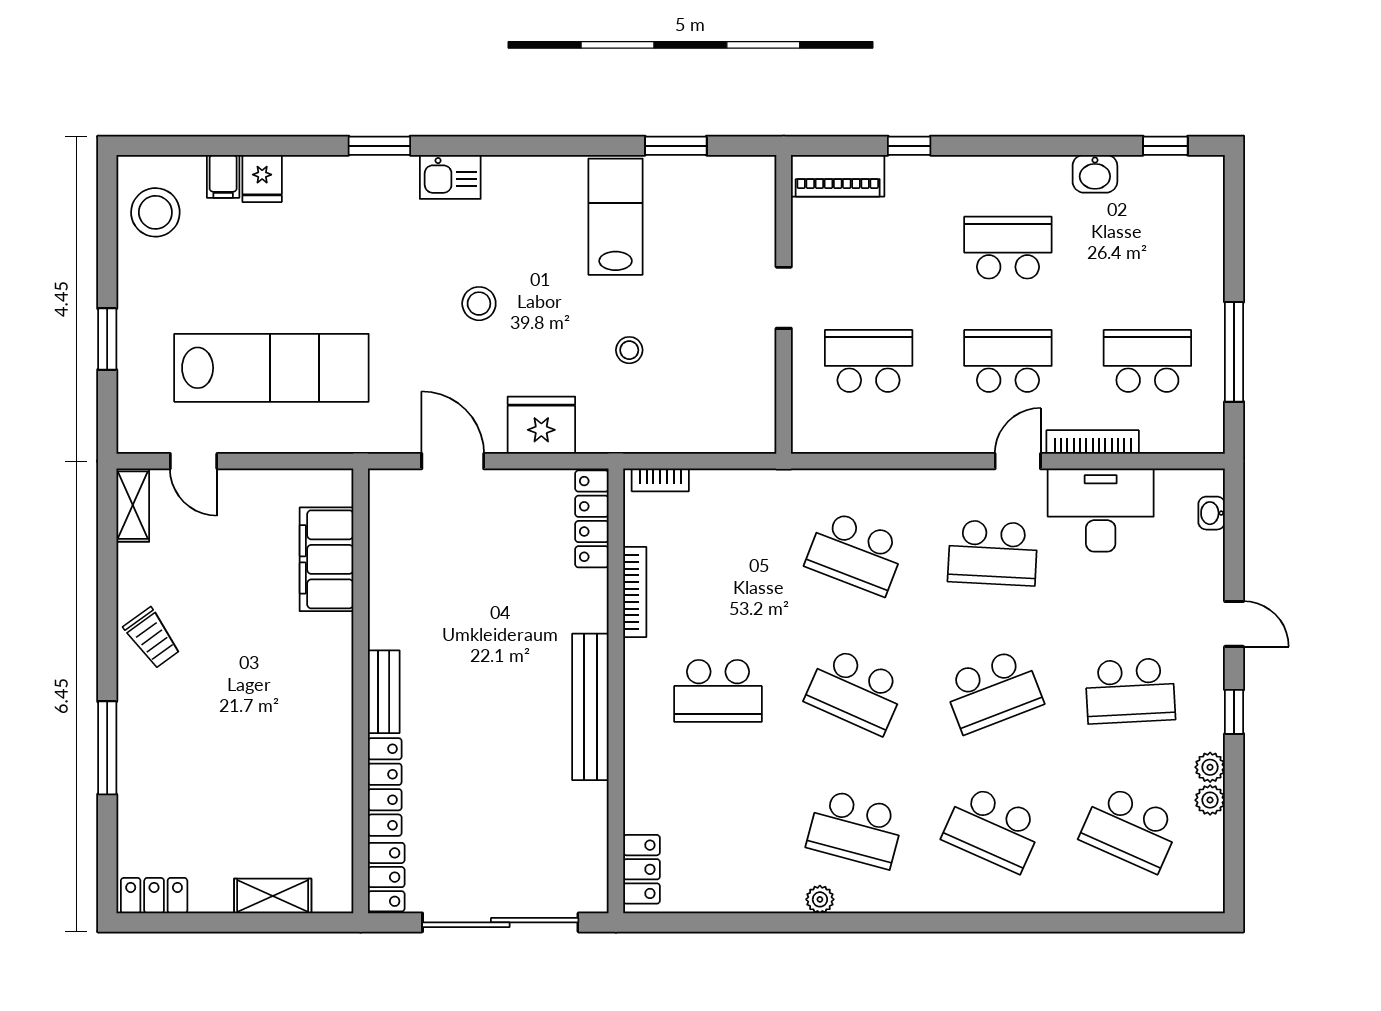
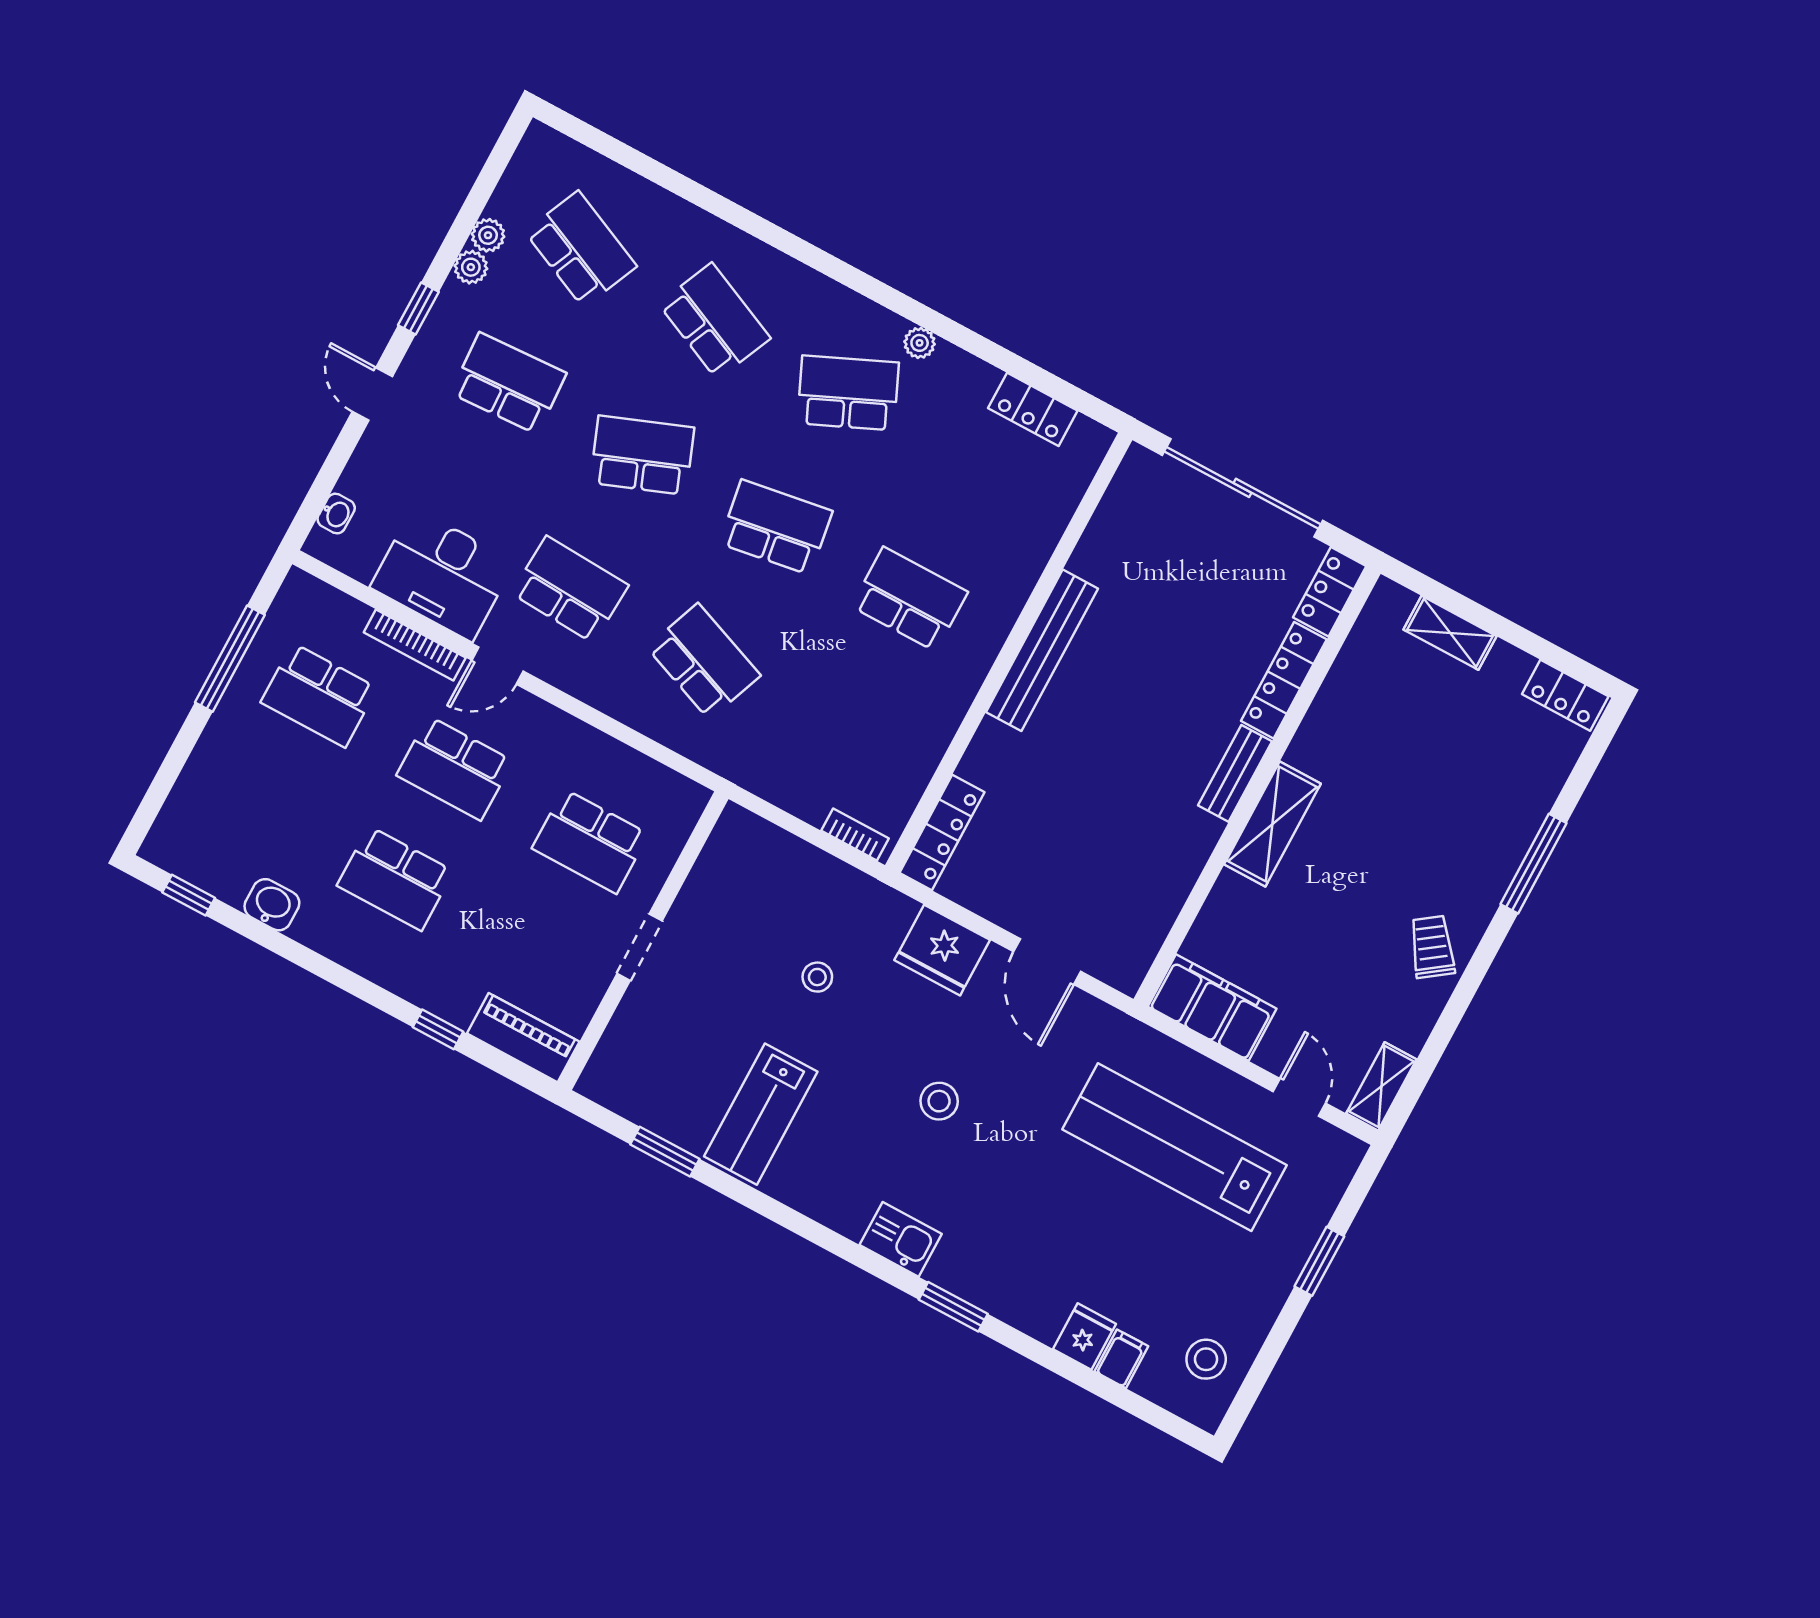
stool: (155, 212) -> (1206, 1359), width x0.73, depth x0.73
filing cabinet: (326, 559) -> (1212, 1008), moved, turned -90
bookcase: (635, 592) -> (939, 739), removed
shelving: (332, 667) -> (1272, 824), added
school desk: (855, 691) -> (776, 527), turned -33
school desk: (855, 829) -> (848, 393), turned -39
locker: (642, 869) -> (1033, 409), moved, turned -90

